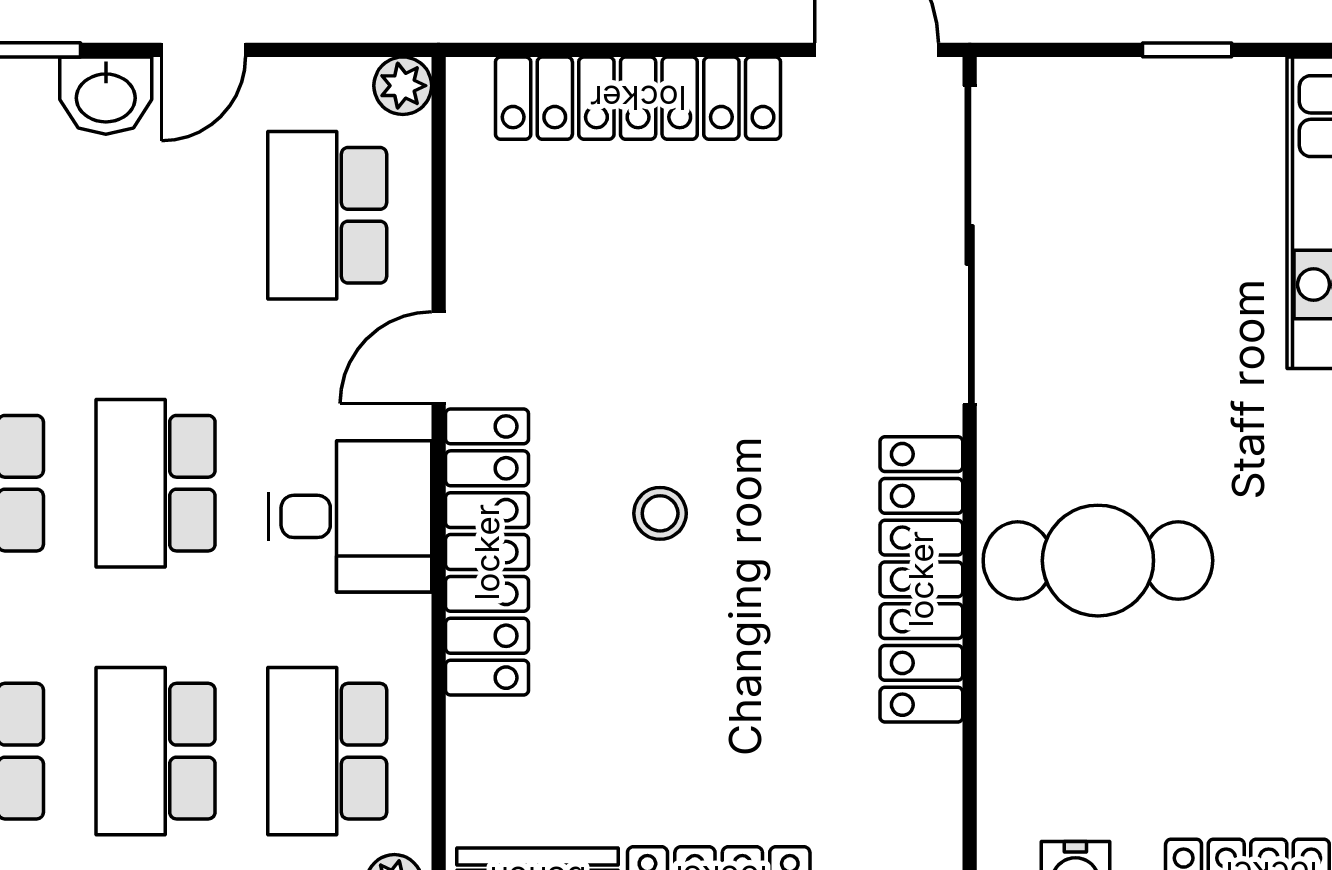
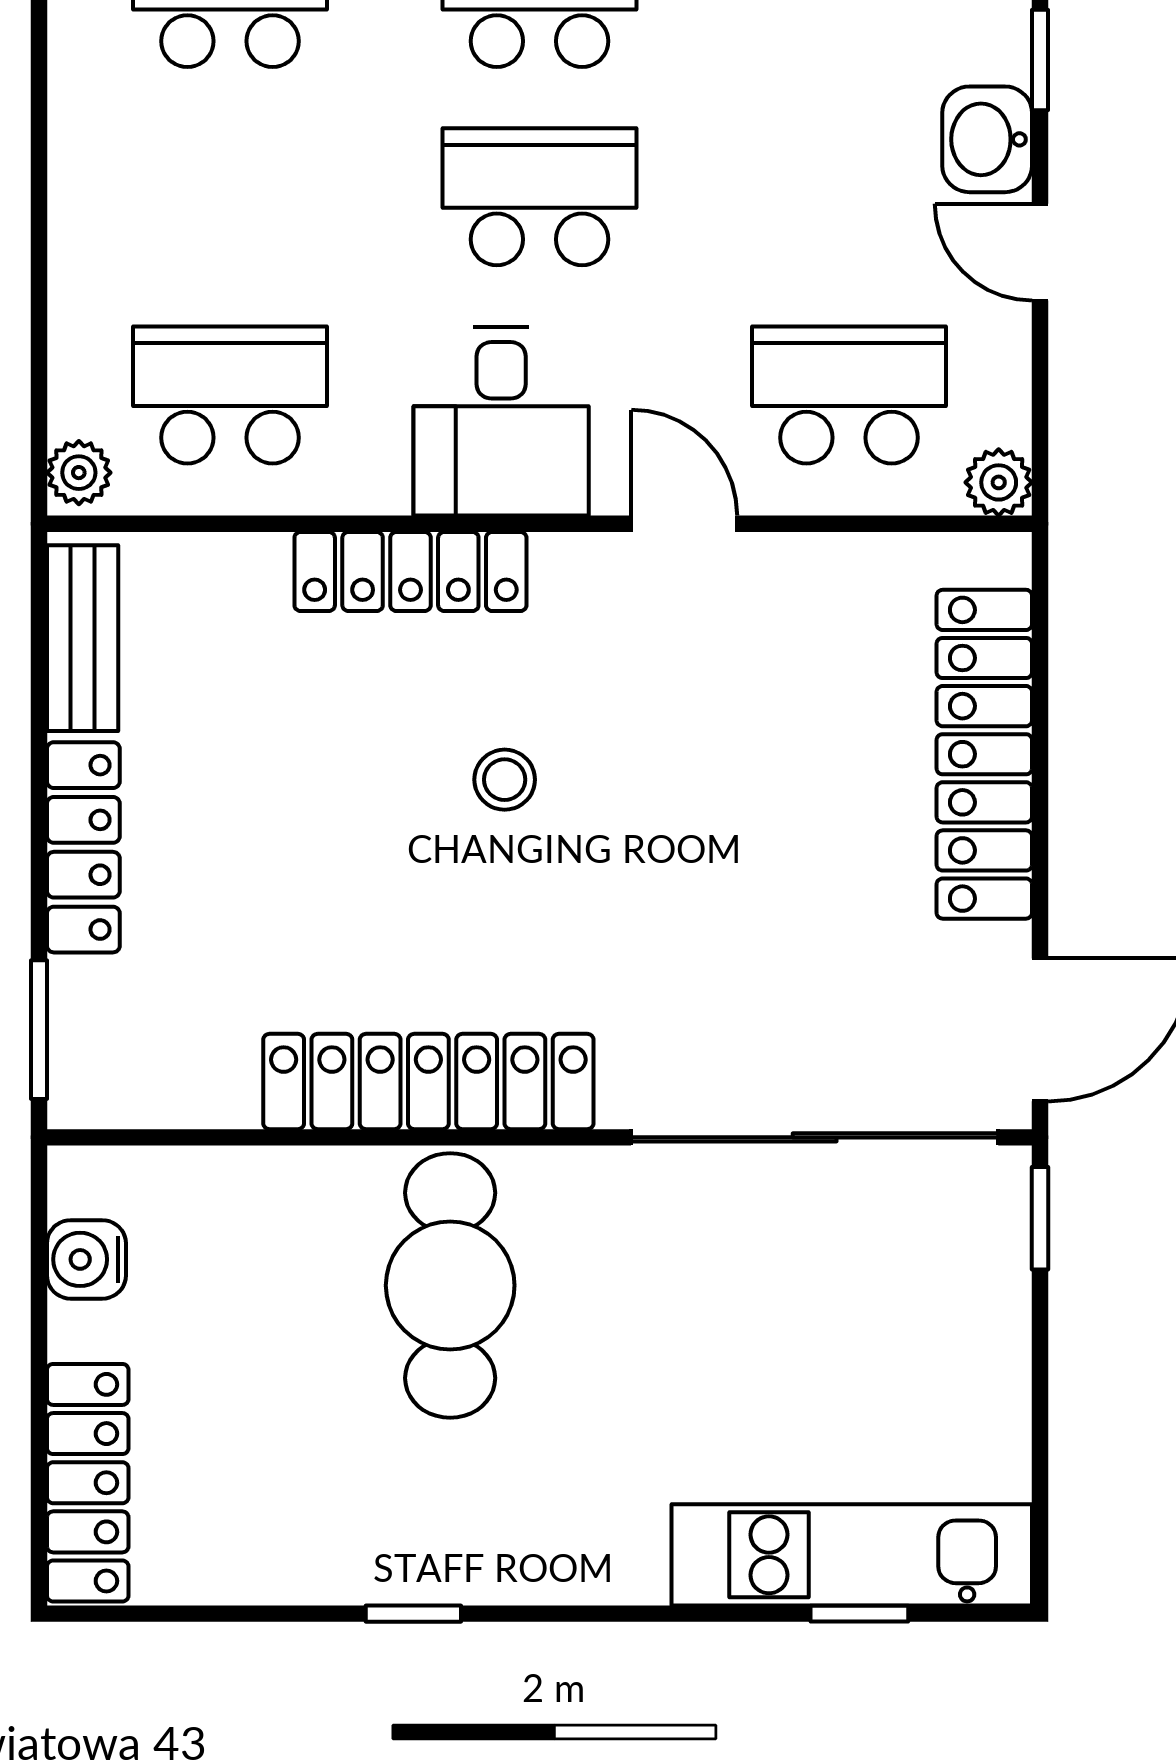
window: (1187, 50) -> (1040, 1218), moved
locker: (487, 552) -> (410, 572), width x0.71, depth x0.83
school desk: (156, 751) -> (230, 197), removed

